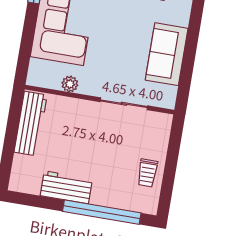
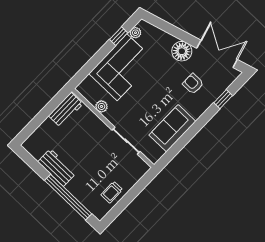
workbench: (31, 124) -> (66, 110), width x0.73

